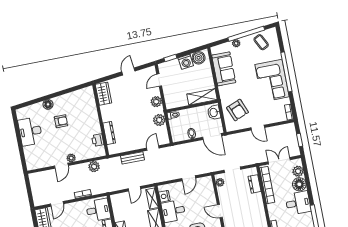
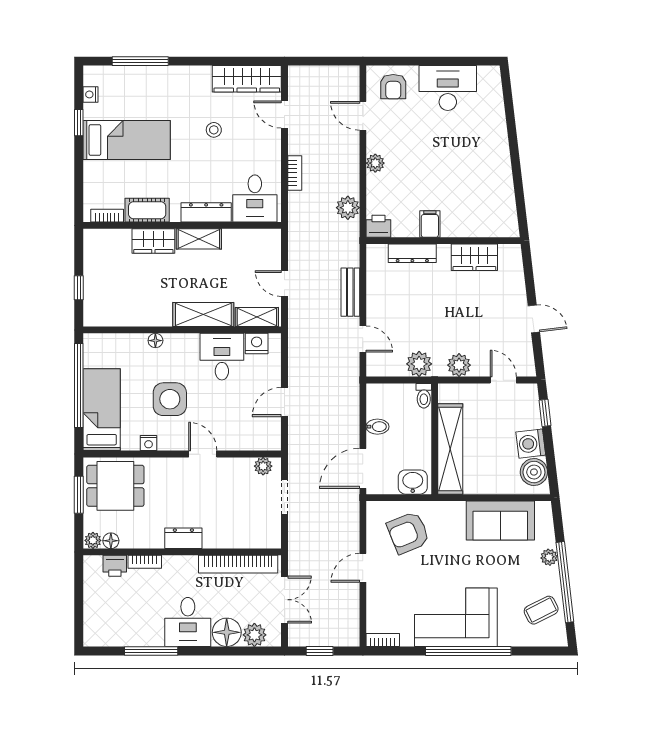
wardrobe: (103, 94) -> (474, 257), moved
shelving: (202, 97) -> (450, 449), width x1.47
floor lamp: (48, 104) -> (497, 136), removed
armchair: (61, 121) -> (393, 87), moved
filing cabinet: (94, 128) -> (430, 224), added
printer: (98, 140) -> (378, 226), moved
door: (61, 166) -> (363, 116), moved
door: (189, 178) -> (285, 402), hinge flipped
dresser: (255, 184) -> (183, 538), moved
door: (220, 211) -> (203, 454), hinge flipped

